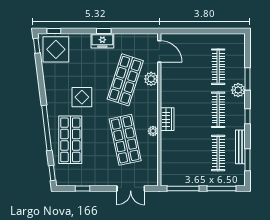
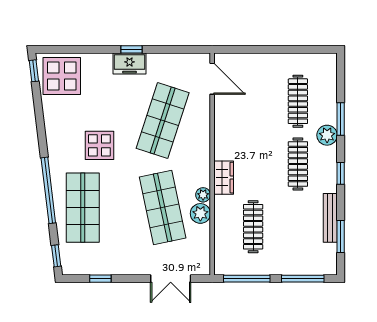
window: (54, 31) -> (59, 49), removed
plant: (151, 79) -> (200, 213), moved
clothes rail: (218, 153) -> (253, 227), moved

